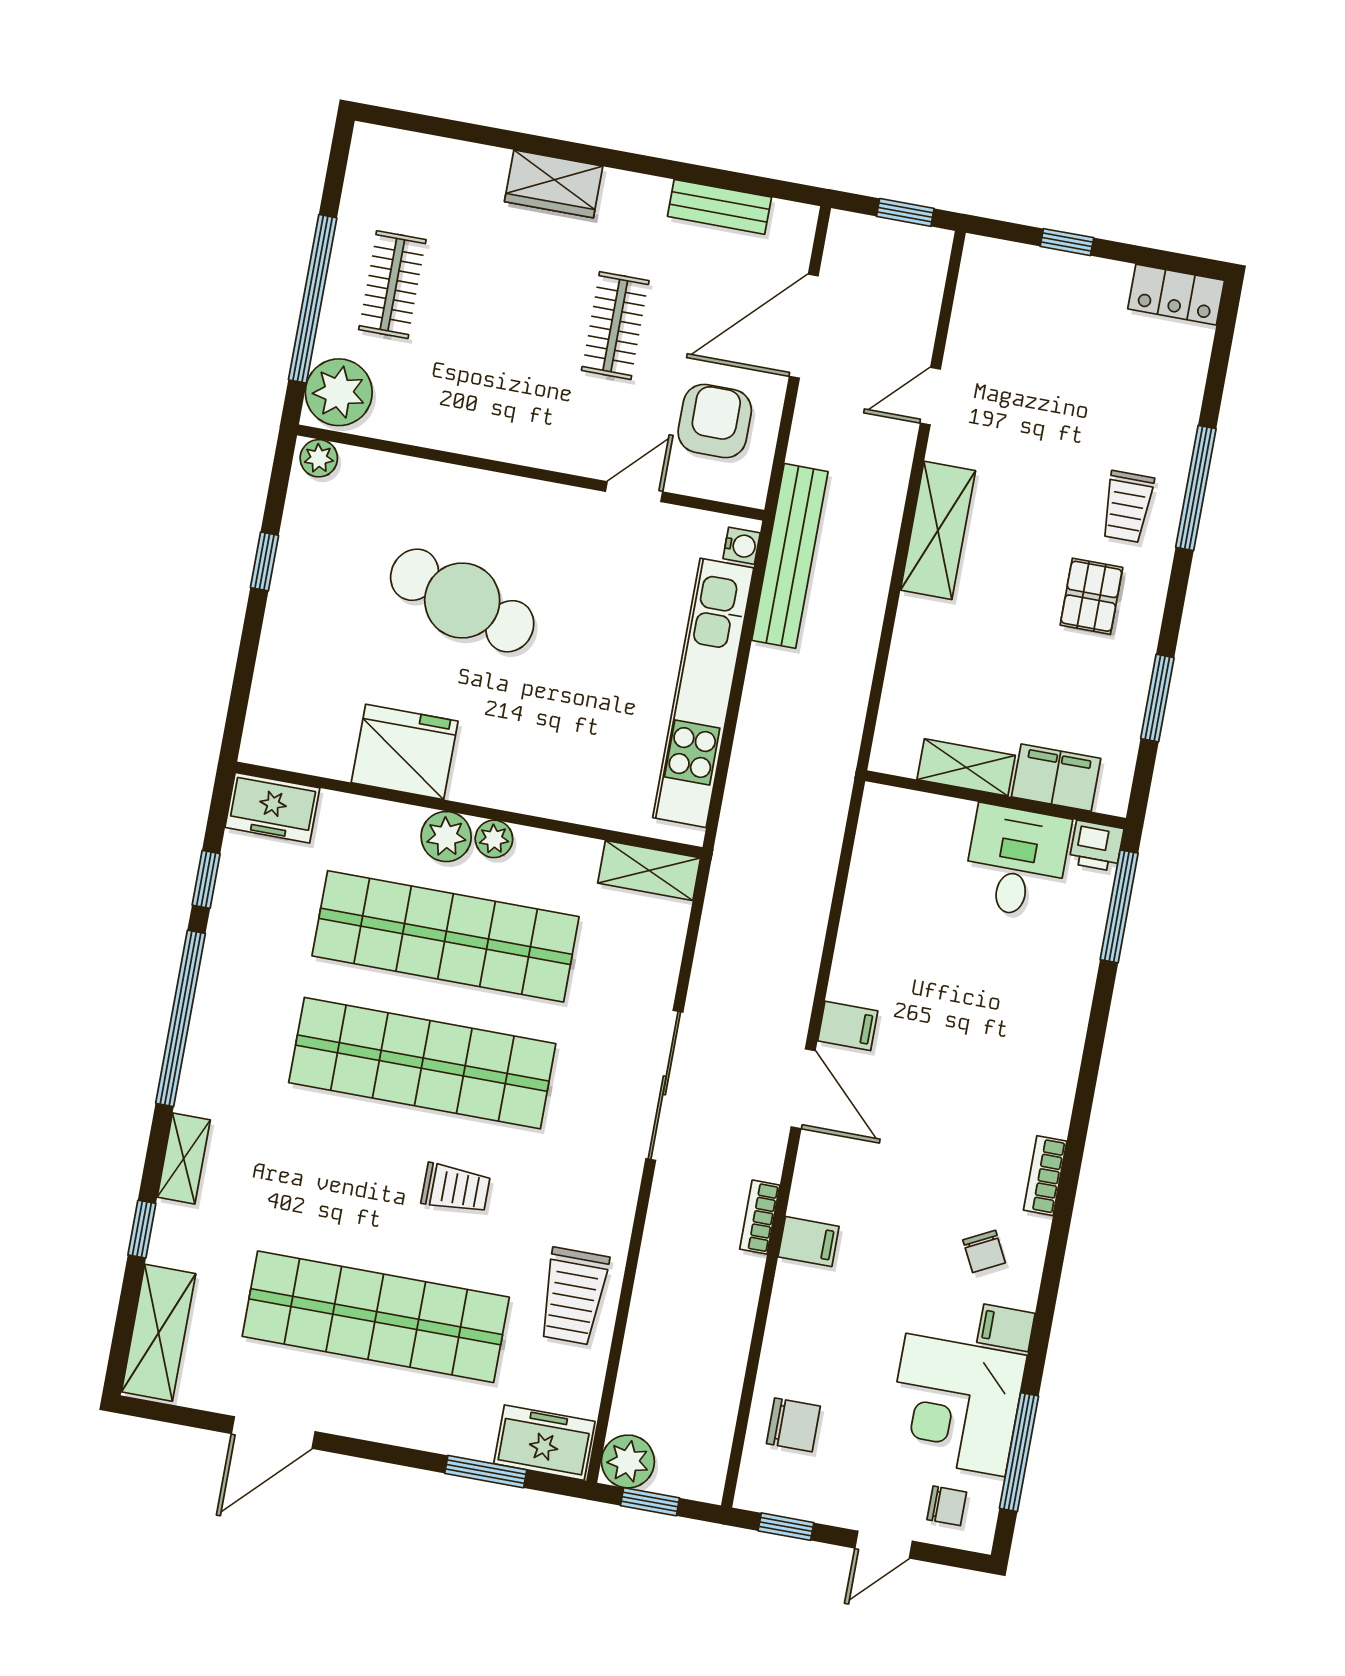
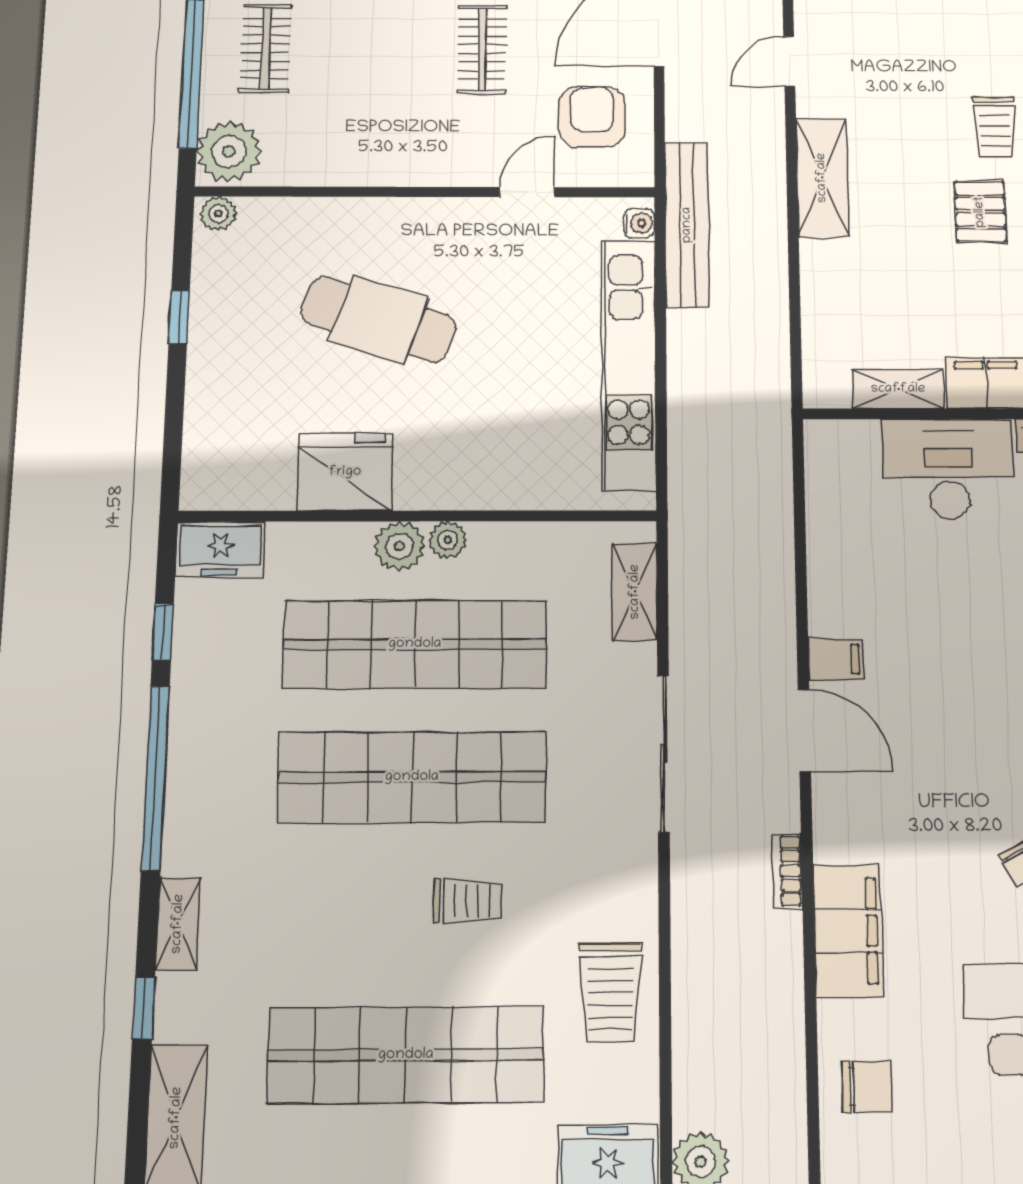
desk: (1016, 861) -> (949, 469), width x1.37
shelving: (649, 870) -> (635, 592), moved, turned 90
filing cabinet: (809, 1242) -> (848, 931), width x3.00, depth x1.17

